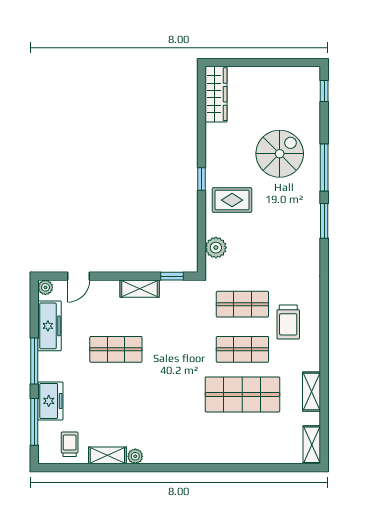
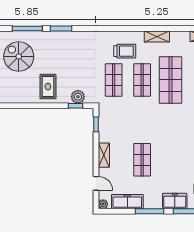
window: (201, 179) -> (75, 106), moved
shelving: (140, 289) -> (104, 155), moved
shelving: (311, 392) -> (157, 36), moved

